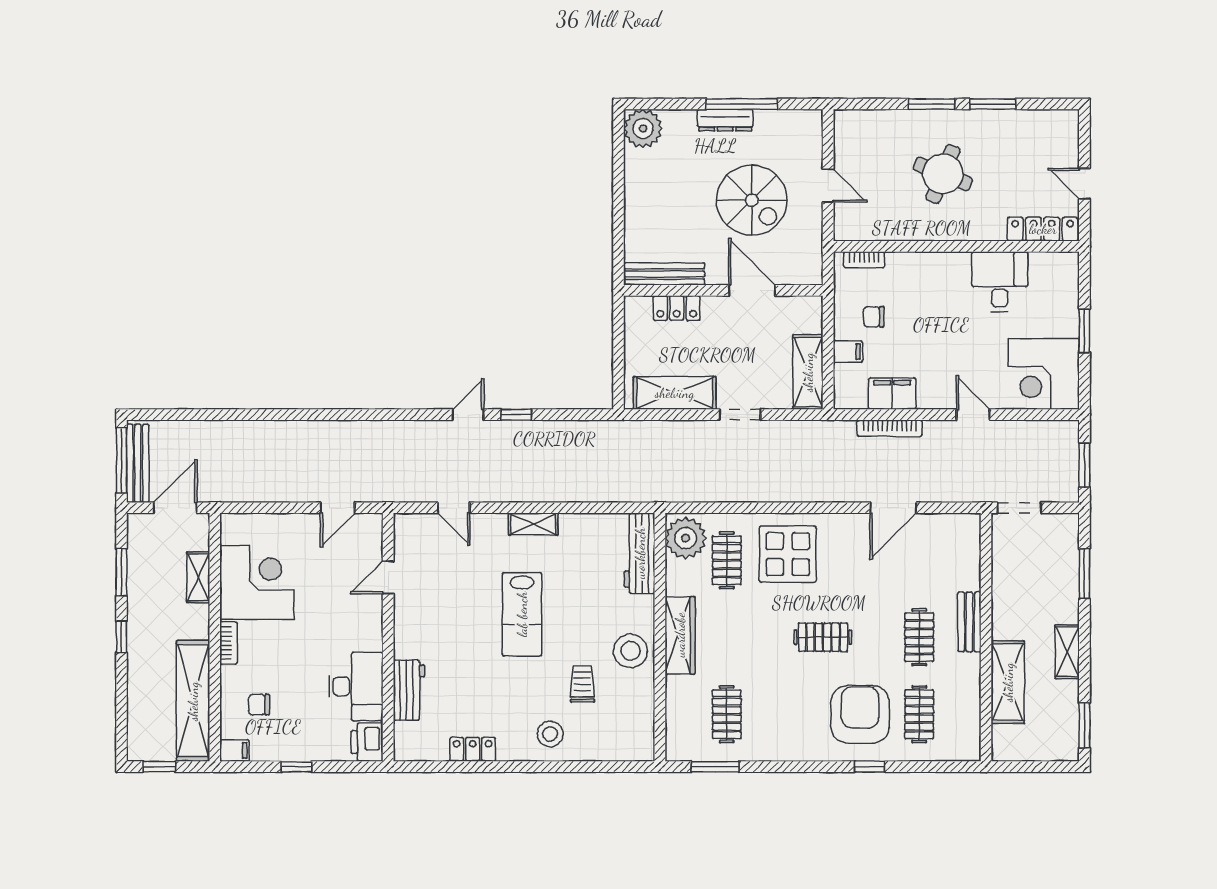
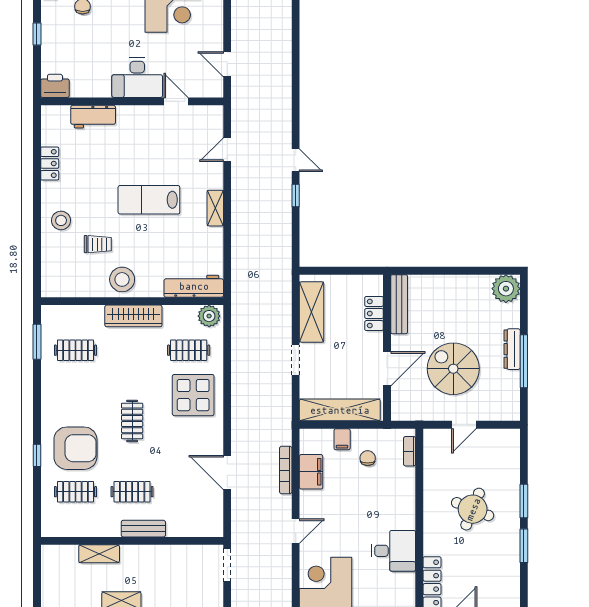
spiral stairs: (752, 200) -> (453, 369), turned 90
shelving: (808, 372) -> (340, 410), width x1.47
plant: (686, 538) -> (209, 316), width x0.73, depth x0.73
shelving: (1008, 682) -> (99, 554), width x0.67, depth x0.75
desk: (356, 686) -> (137, 78), moved

